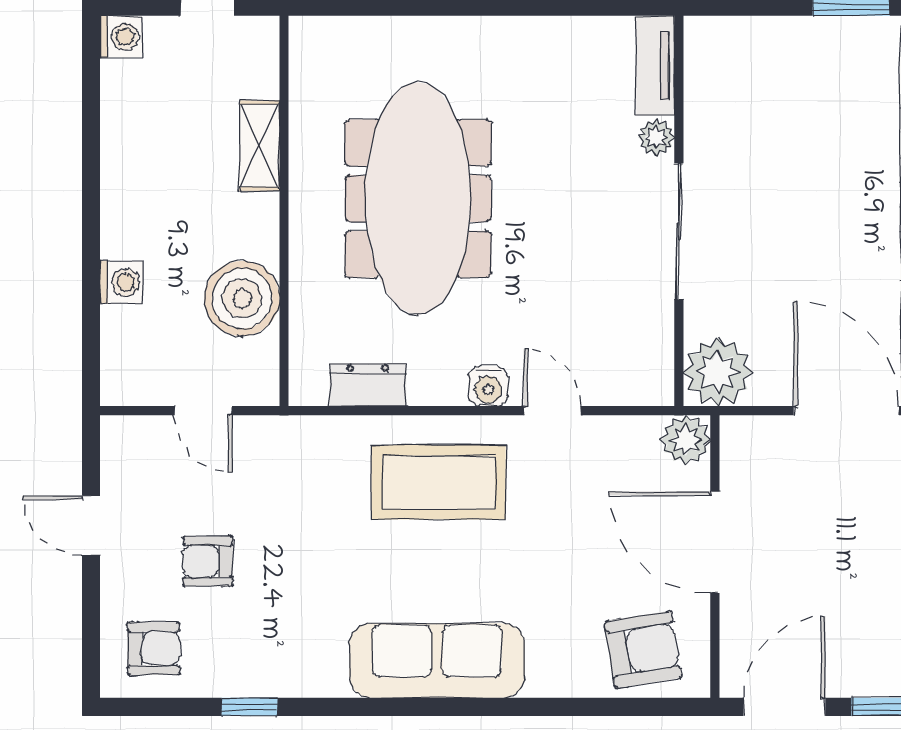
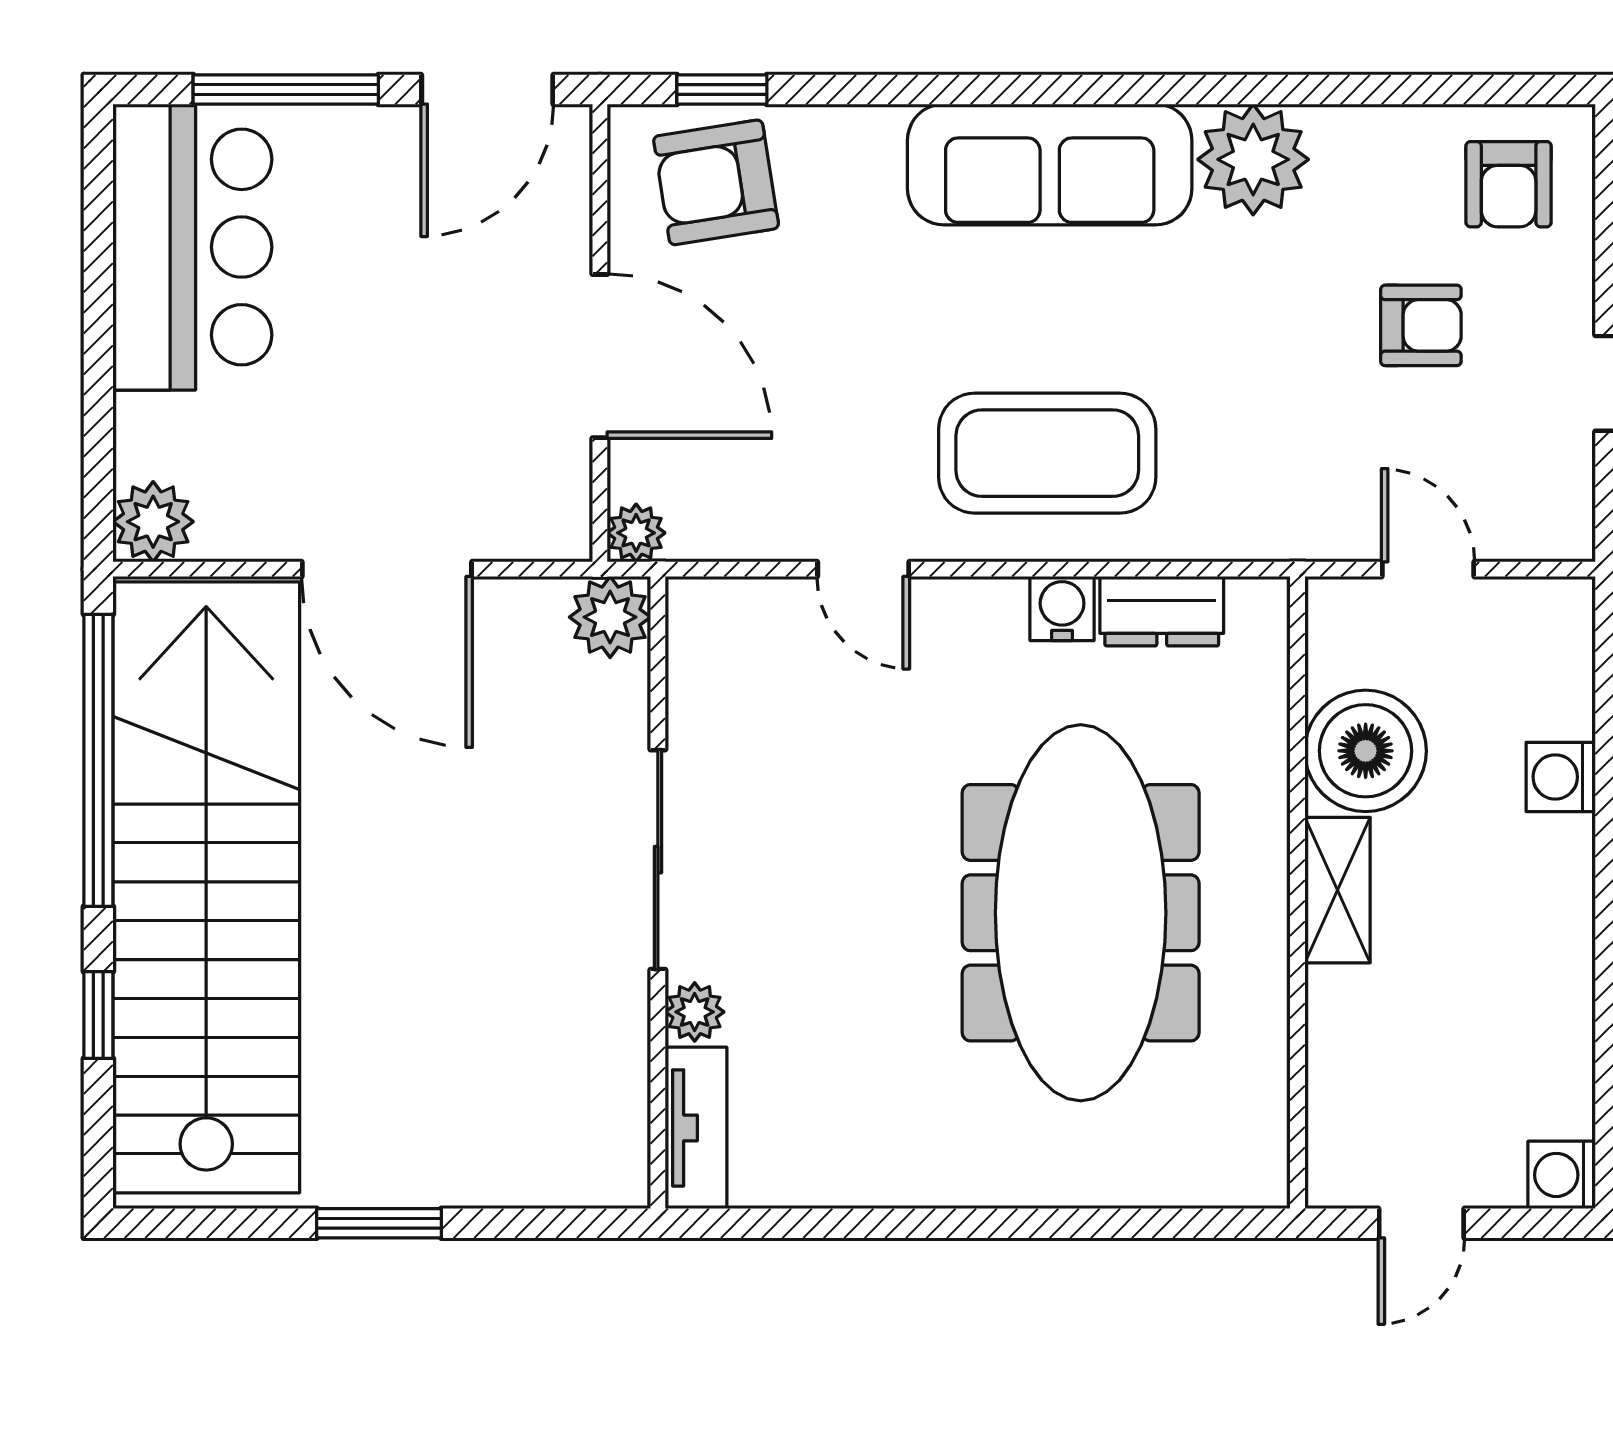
shelving: (259, 146) -> (1337, 890), moved
plant: (718, 372) -> (610, 617), width x0.73, depth x0.73
water cooler: (488, 386) -> (1062, 608), moved
plant: (686, 440) -> (636, 533), width x0.73, depth x0.73
armchair: (154, 648) -> (1509, 184), turned -90
plant: (311, 664) -> (1253, 159), added
window: (249, 707) -> (722, 89), moved

